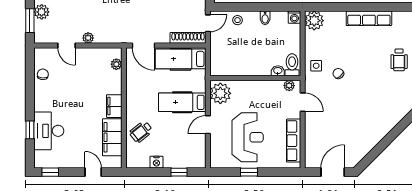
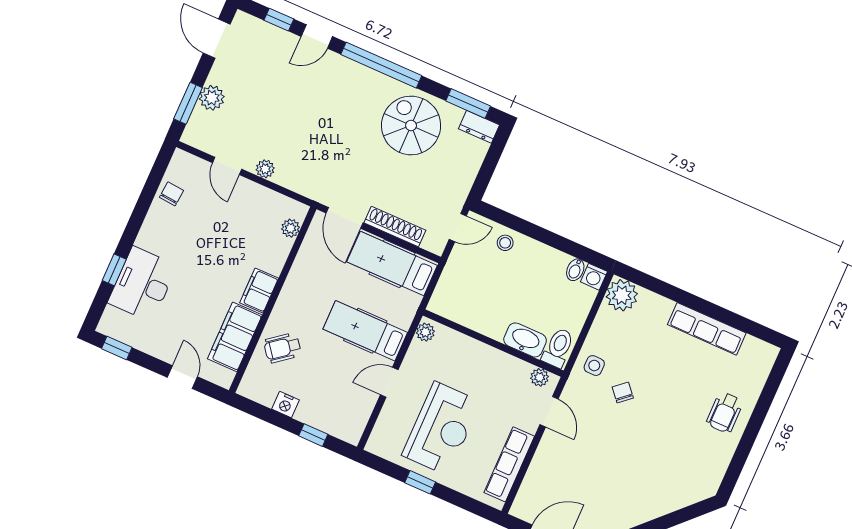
bidet: (265, 18) -> (575, 270), moved
shoe rack: (188, 38) -> (395, 226), moved
washbasin: (278, 71) -> (525, 340), width x1.91, depth x1.45
plant: (220, 93) -> (425, 332), width x0.53, depth x0.53

